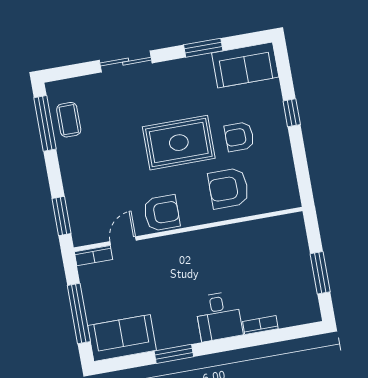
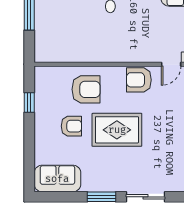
window: (203, 48) -> (101, 197), moved
window: (292, 113) -> (29, 102), moved

